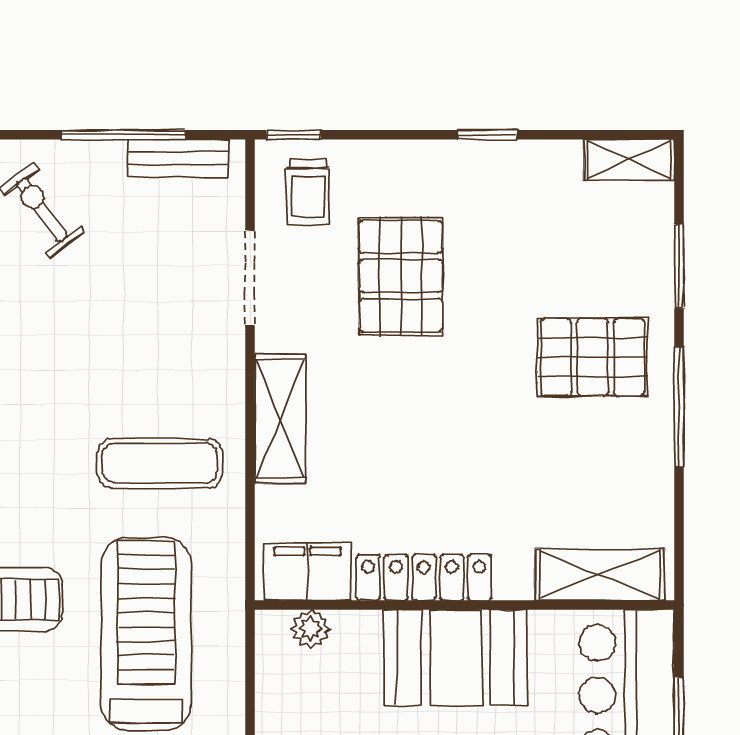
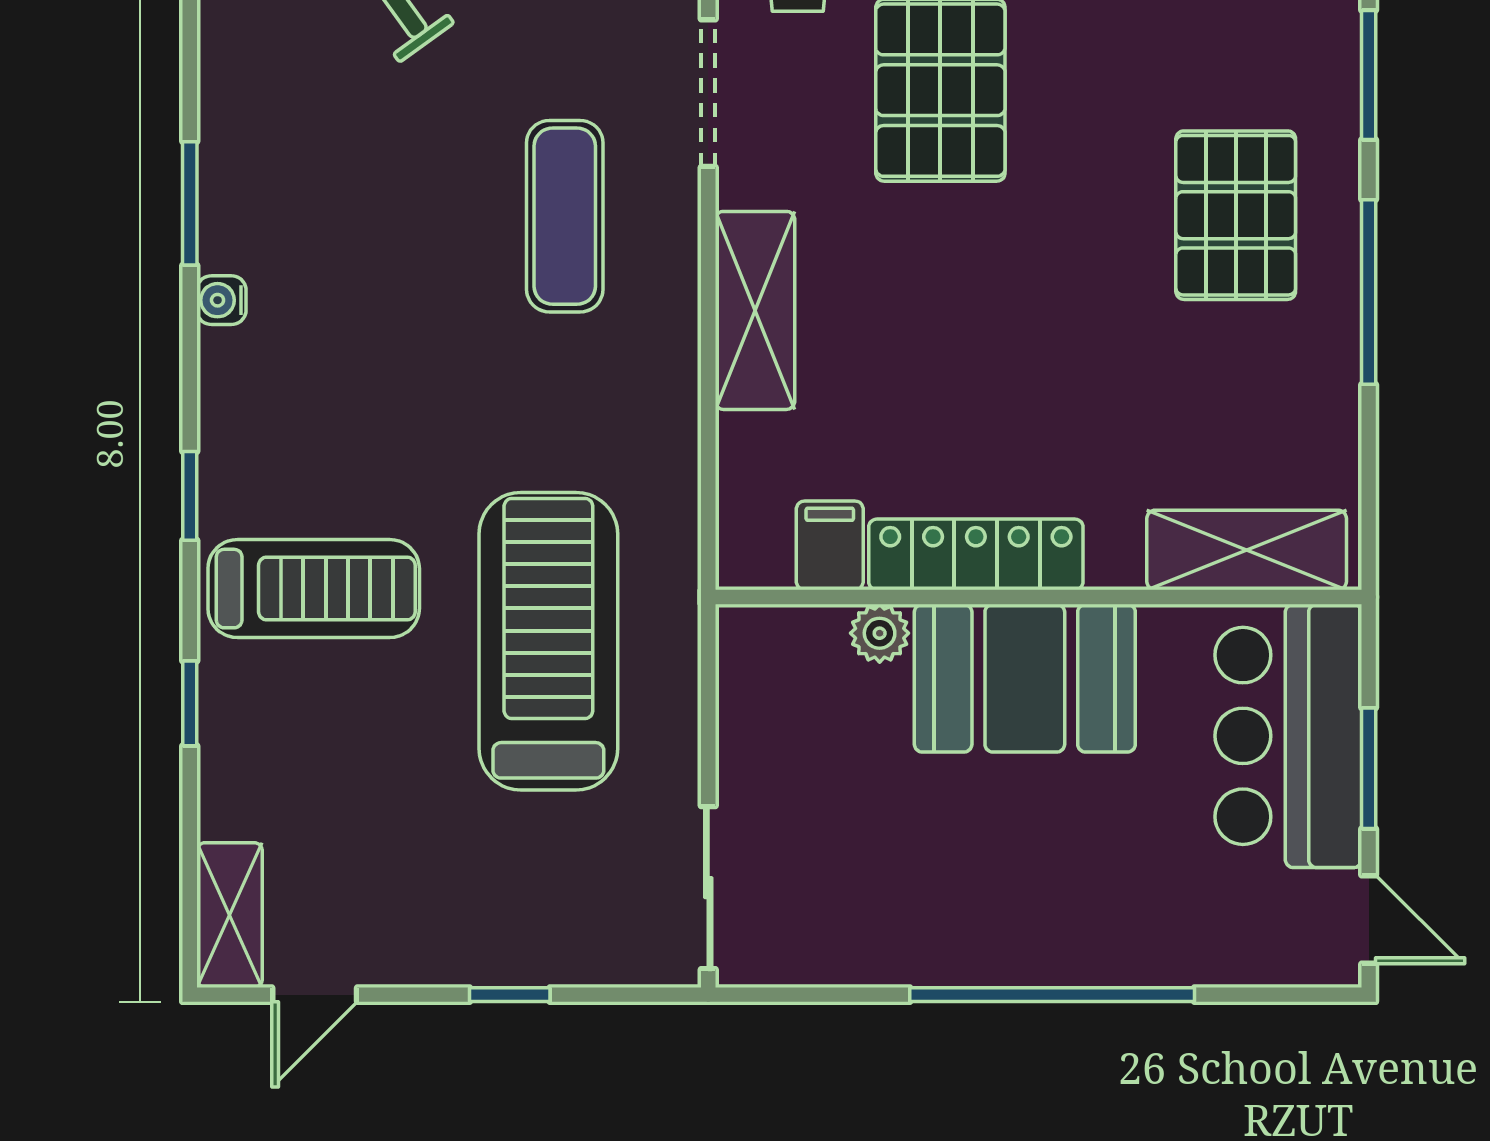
pallet: (593, 357) -> (1236, 215), turned 90
exercise mat: (160, 463) -> (565, 216), moved, turned 90
filing cabinet: (307, 572) -> (830, 545), width x0.50
plant: (311, 629) -> (880, 633), moved

